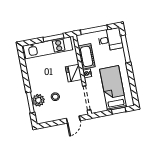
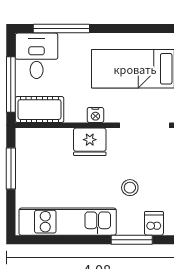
kitchen unit: (48, 48) -> (68, 222), moved, turned -90
cot: (87, 56) -> (40, 110), moved
plant: (38, 100) -> (130, 223), removed
dishwasher: (40, 112) -> (154, 223), added

